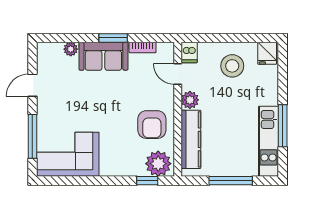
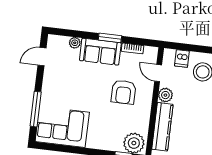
dishwasher: (189, 52) -> (182, 58), moved
door: (32, 85) -> (42, 57), moved
armchair: (152, 125) -> (124, 92), moved

